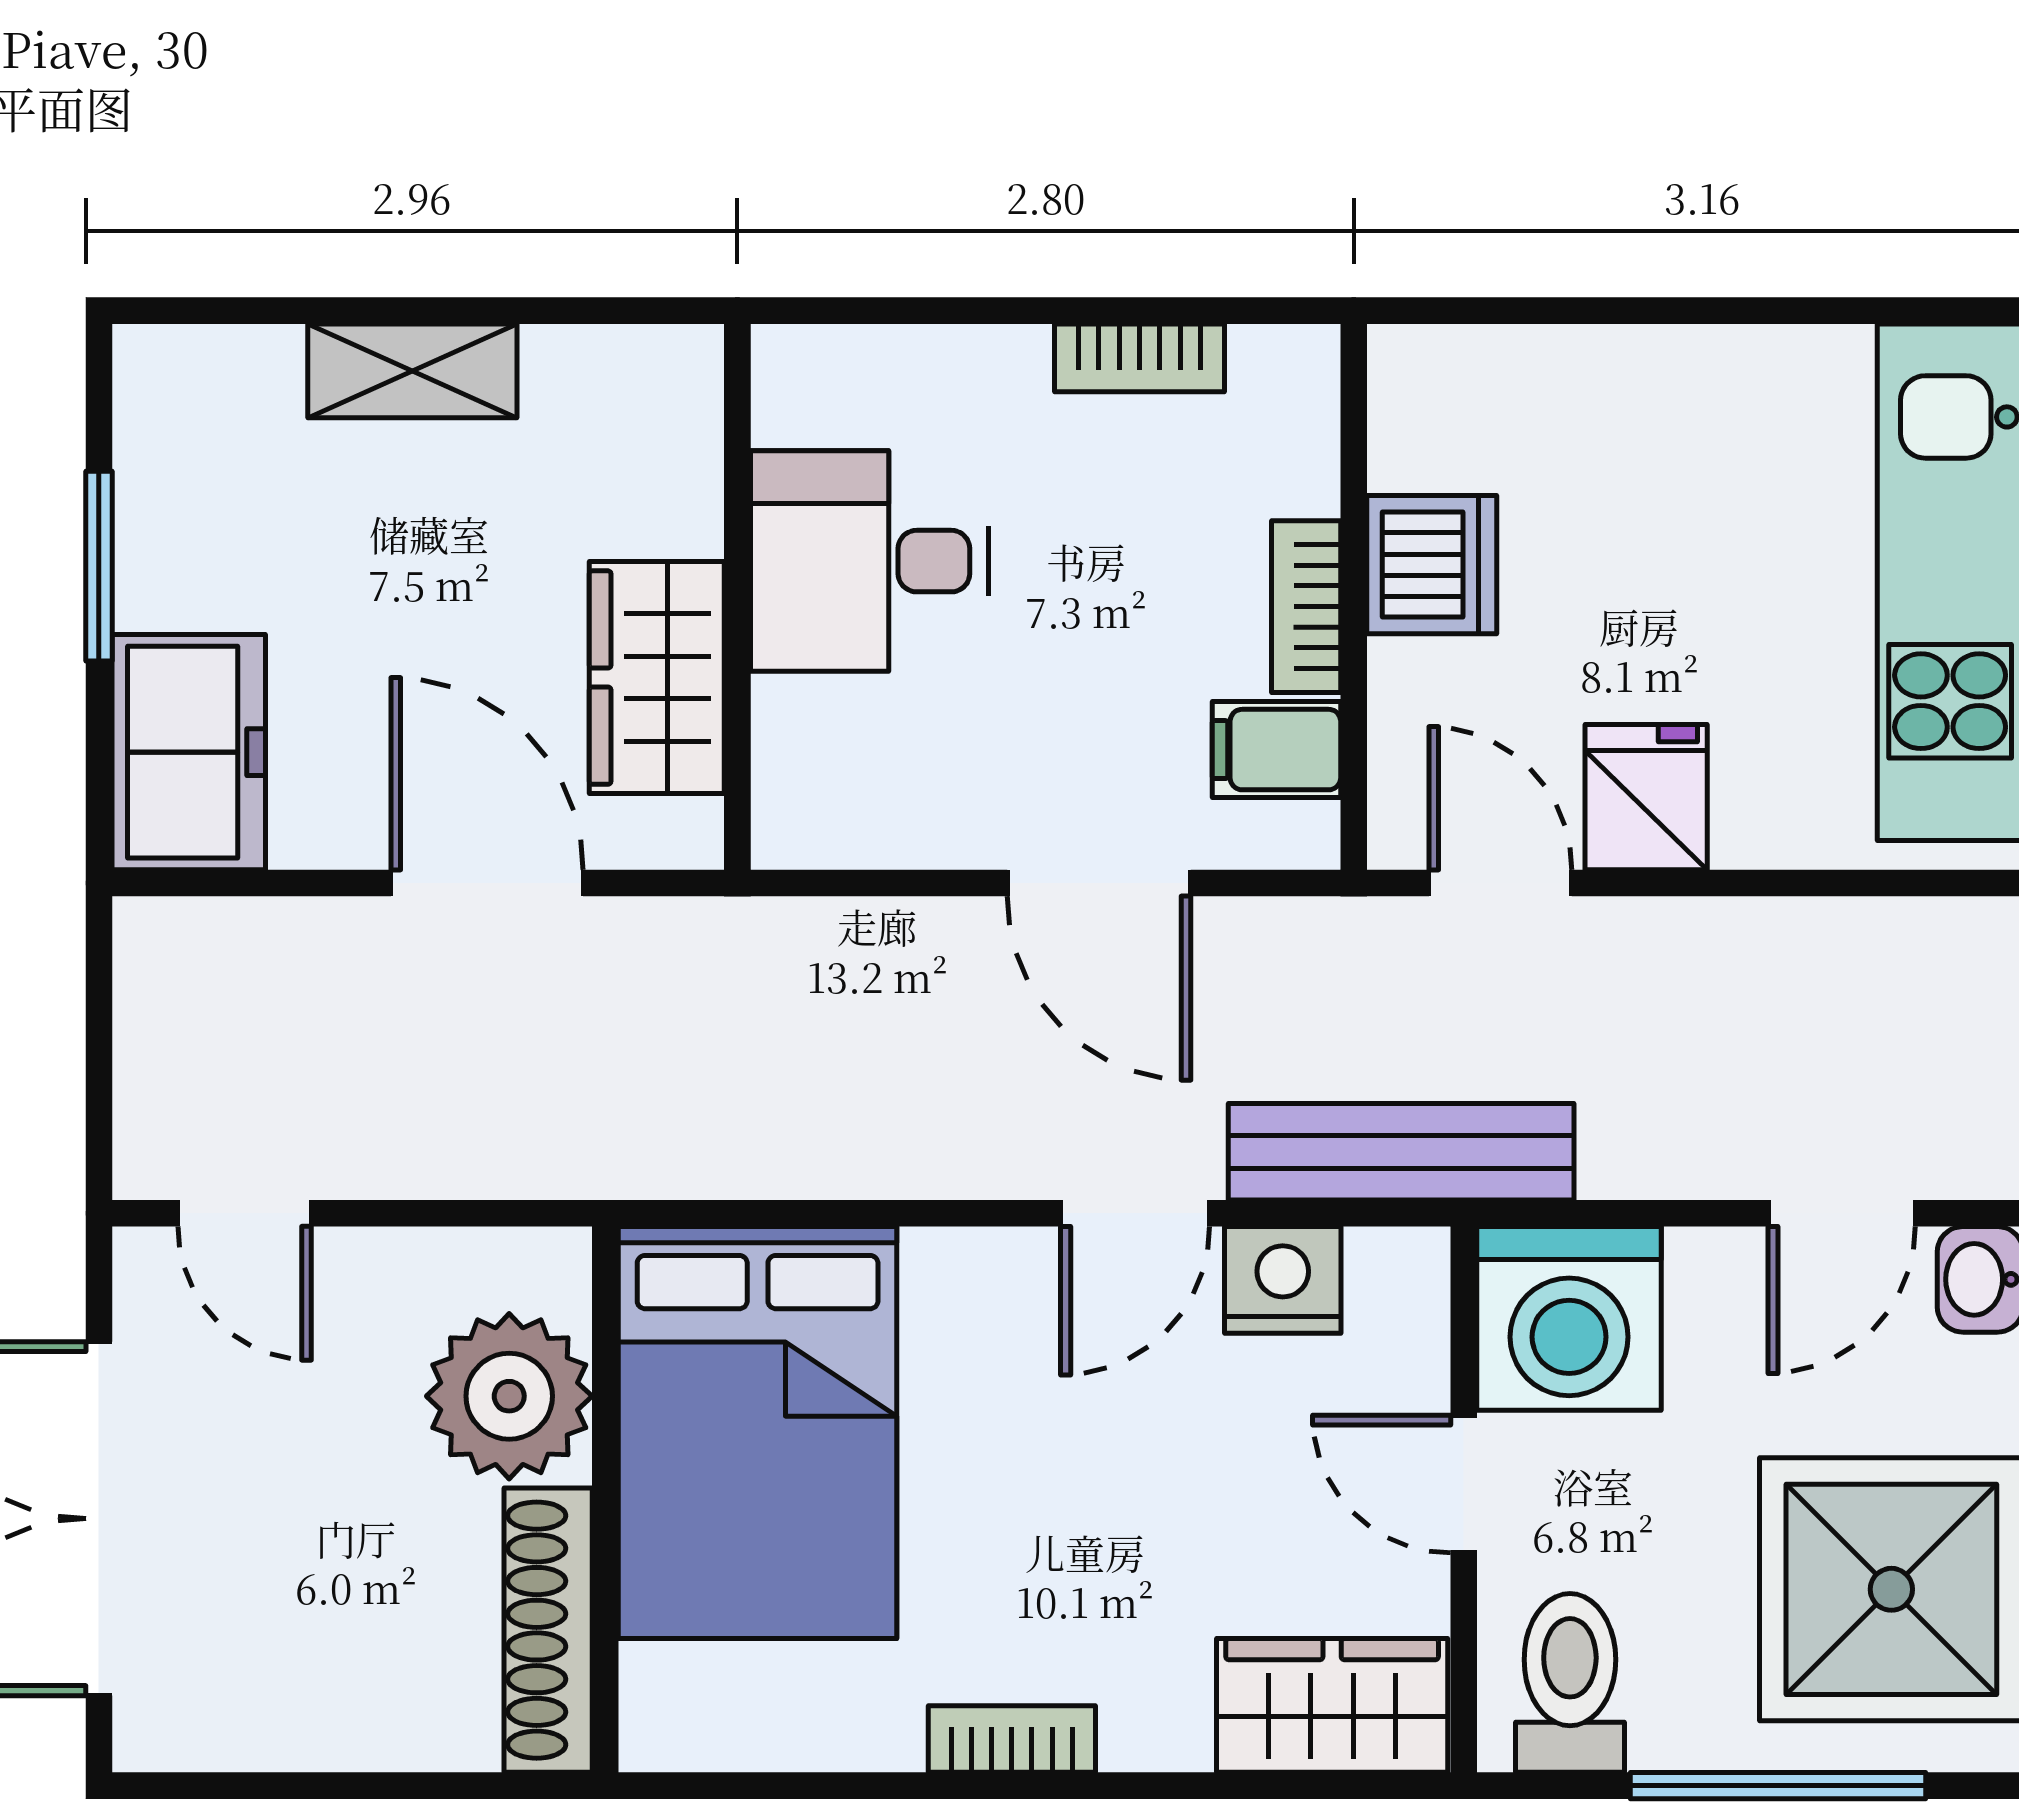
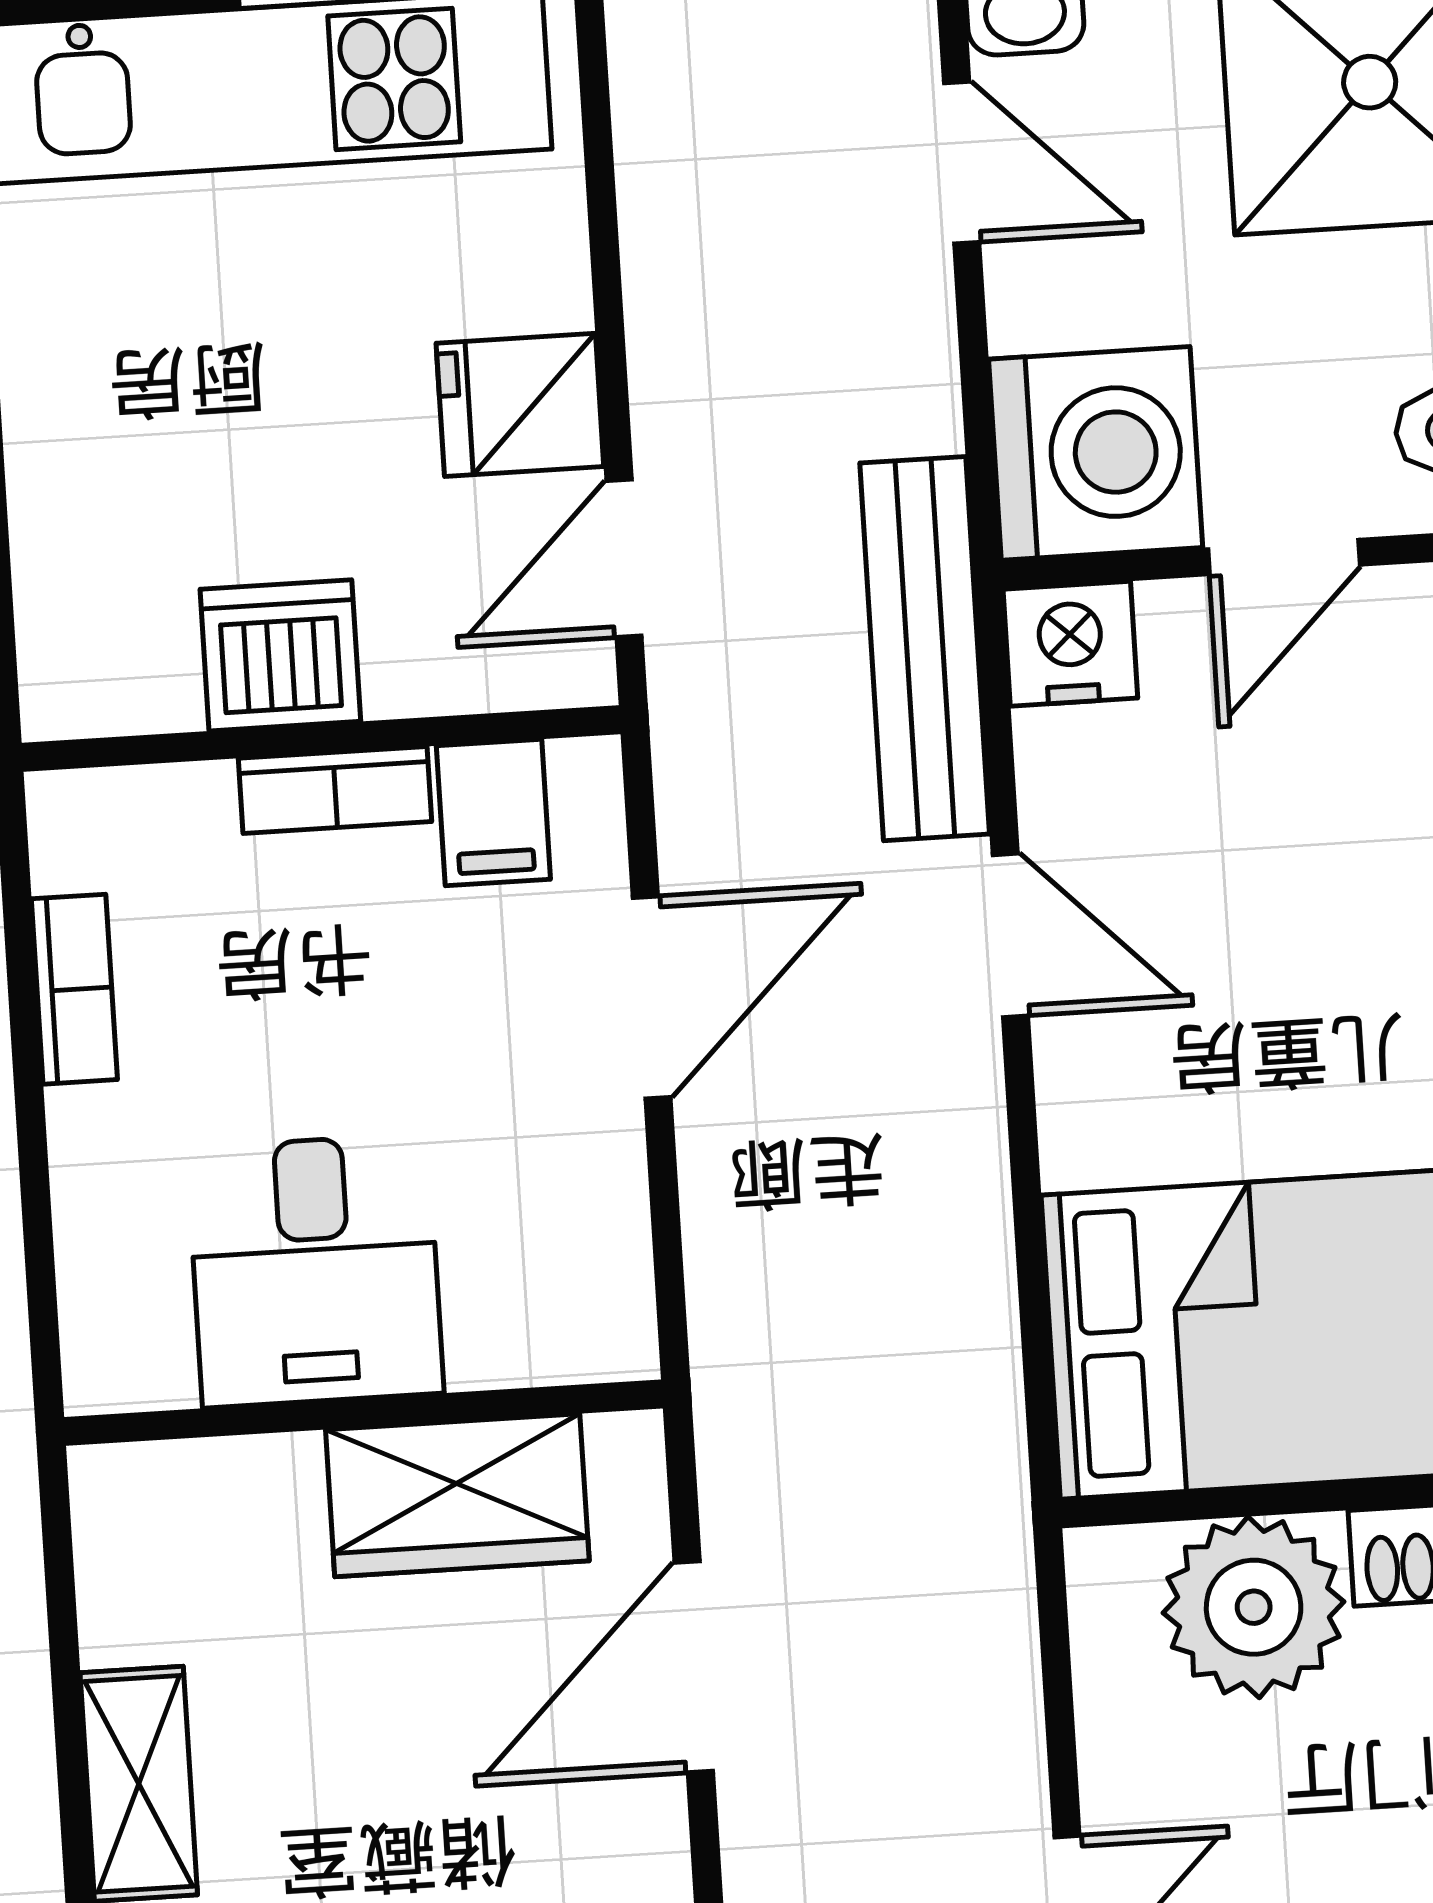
nightstand: (1283, 1280) -> (1070, 644), moved, turned 90

